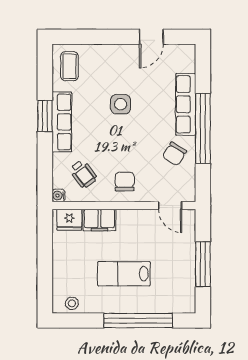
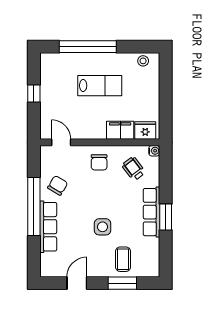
window: (97, 37) -> (122, 283), added
coffee table: (69, 66) -> (123, 259), moved
window: (203, 264) -> (34, 93), width x0.46

